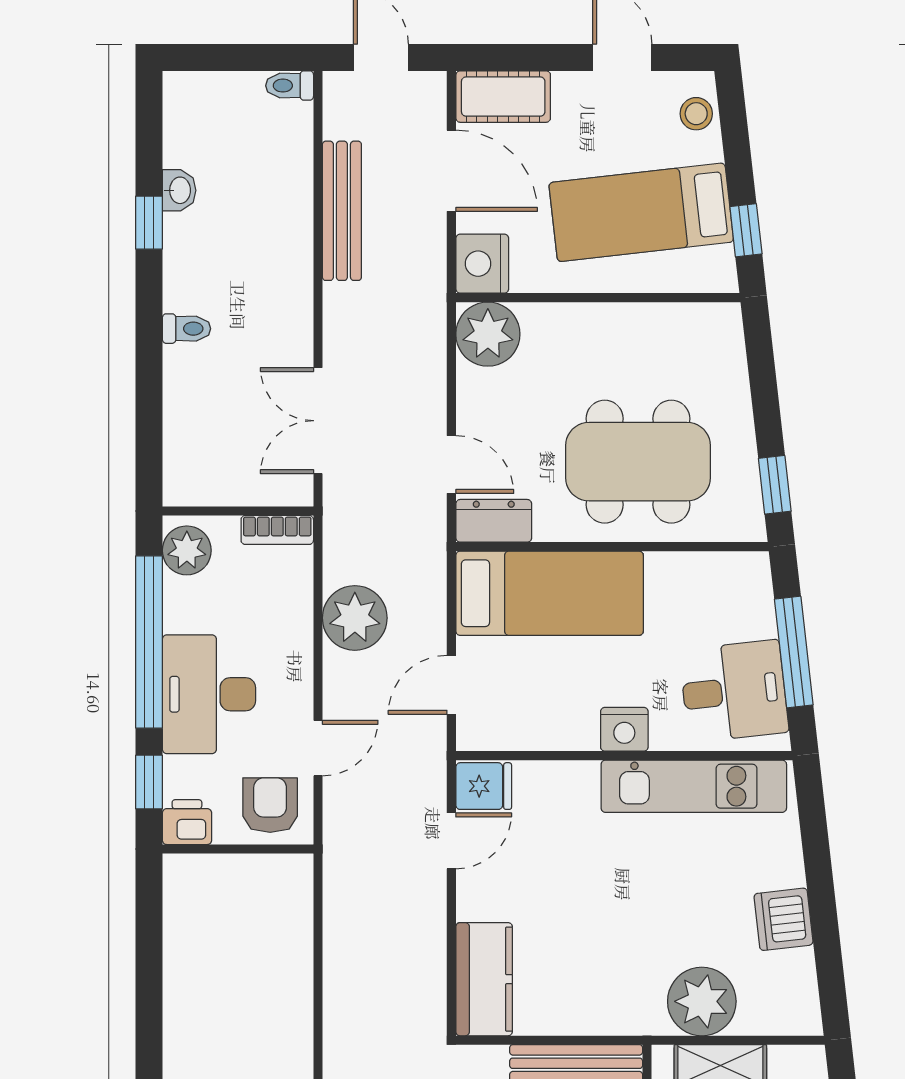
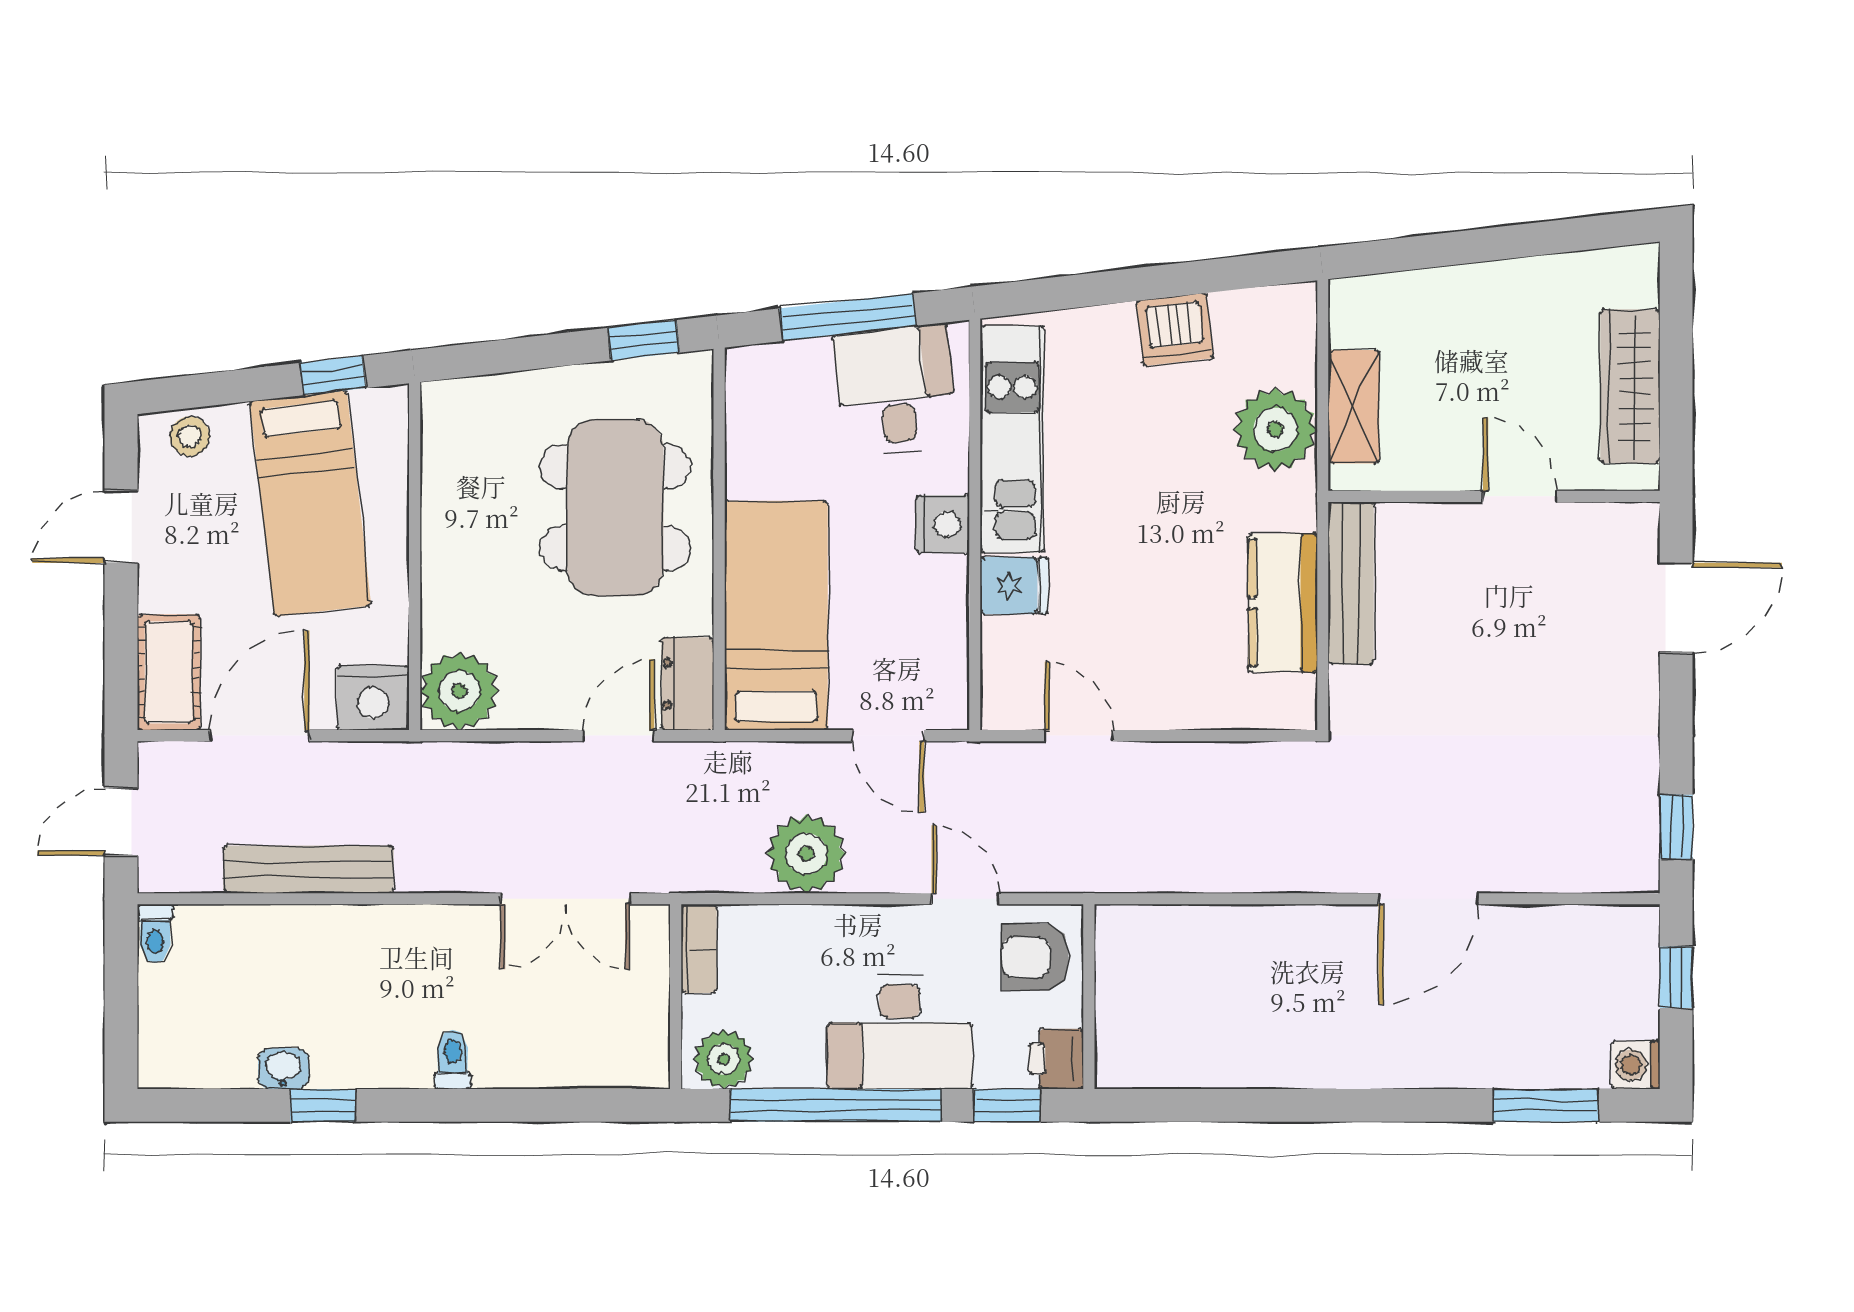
fridge: (484, 786) -> (1014, 586), moved, turned 90
kitchen counter: (484, 979) -> (1283, 603), moved, turned -90

